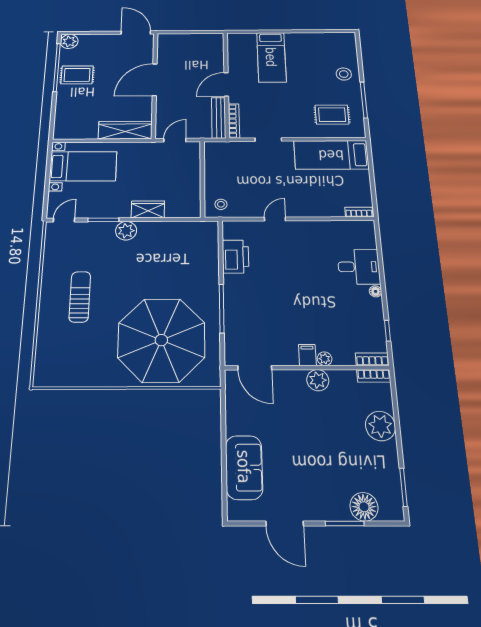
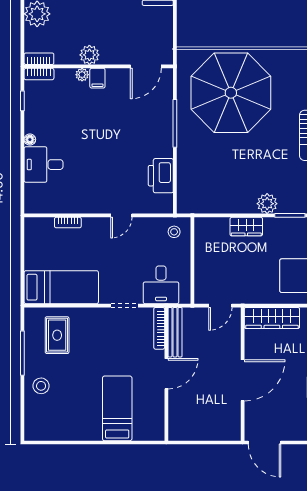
rug: (332, 115) -> (57, 335), turned 90
desk: (233, 157) -> (161, 285), added
bookcase: (359, 212) -> (68, 223), moved
door: (255, 368) -> (146, 66), swing flipped

